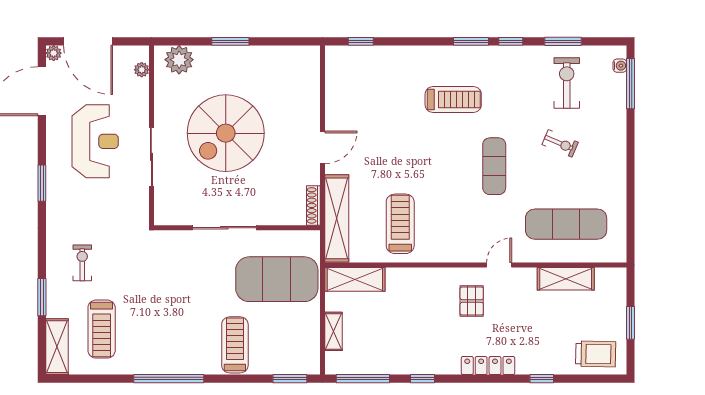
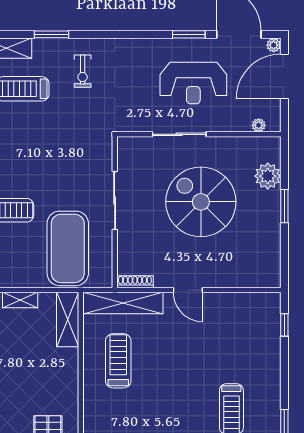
plant: (179, 60) -> (268, 176), moved
window: (42, 183) -> (189, 34), moved
treadmill: (400, 224) -> (118, 361), turned -90
exercise bike: (82, 263) -> (83, 71), turned 90

